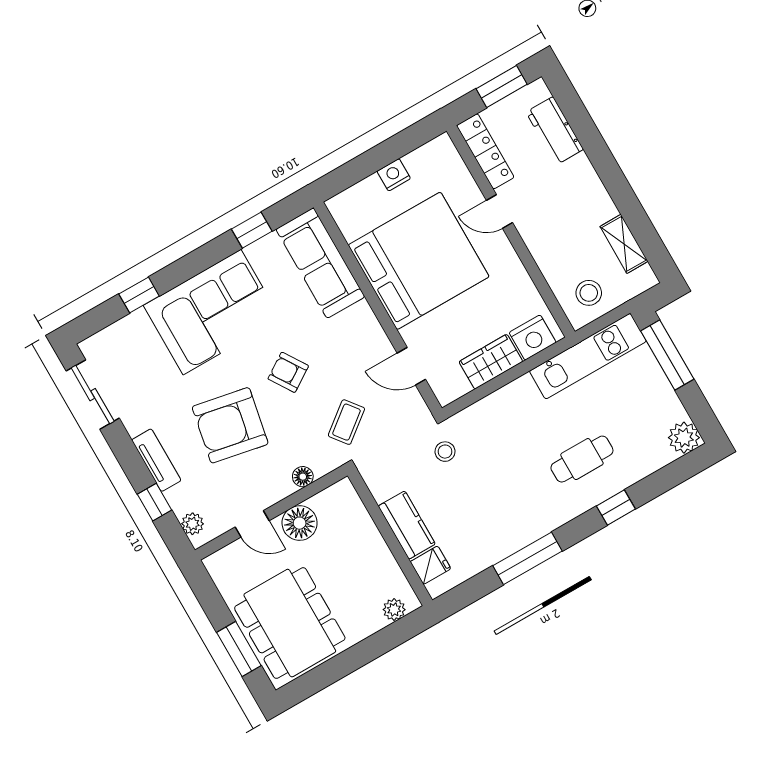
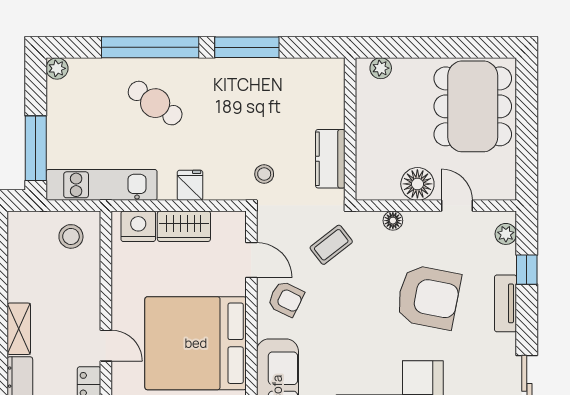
shelving: (624, 244) -> (19, 329), moved
armchair: (288, 372) -> (286, 299), moved, turned -31
plant: (684, 438) -> (57, 68), width x0.73, depth x0.73
cafe table: (582, 459) -> (155, 103), turned 35
window: (616, 508) -> (150, 47), width x3.17
kitchen counter: (407, 525) -> (330, 159), moved
fridge: (430, 565) -> (190, 185), moved, turned 90
window: (239, 649) -> (527, 109), removed

